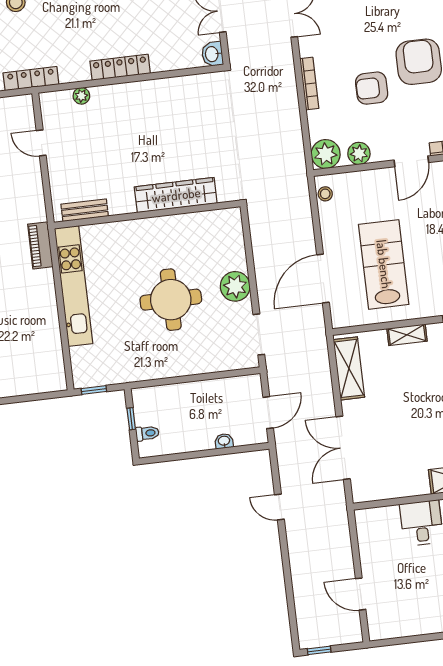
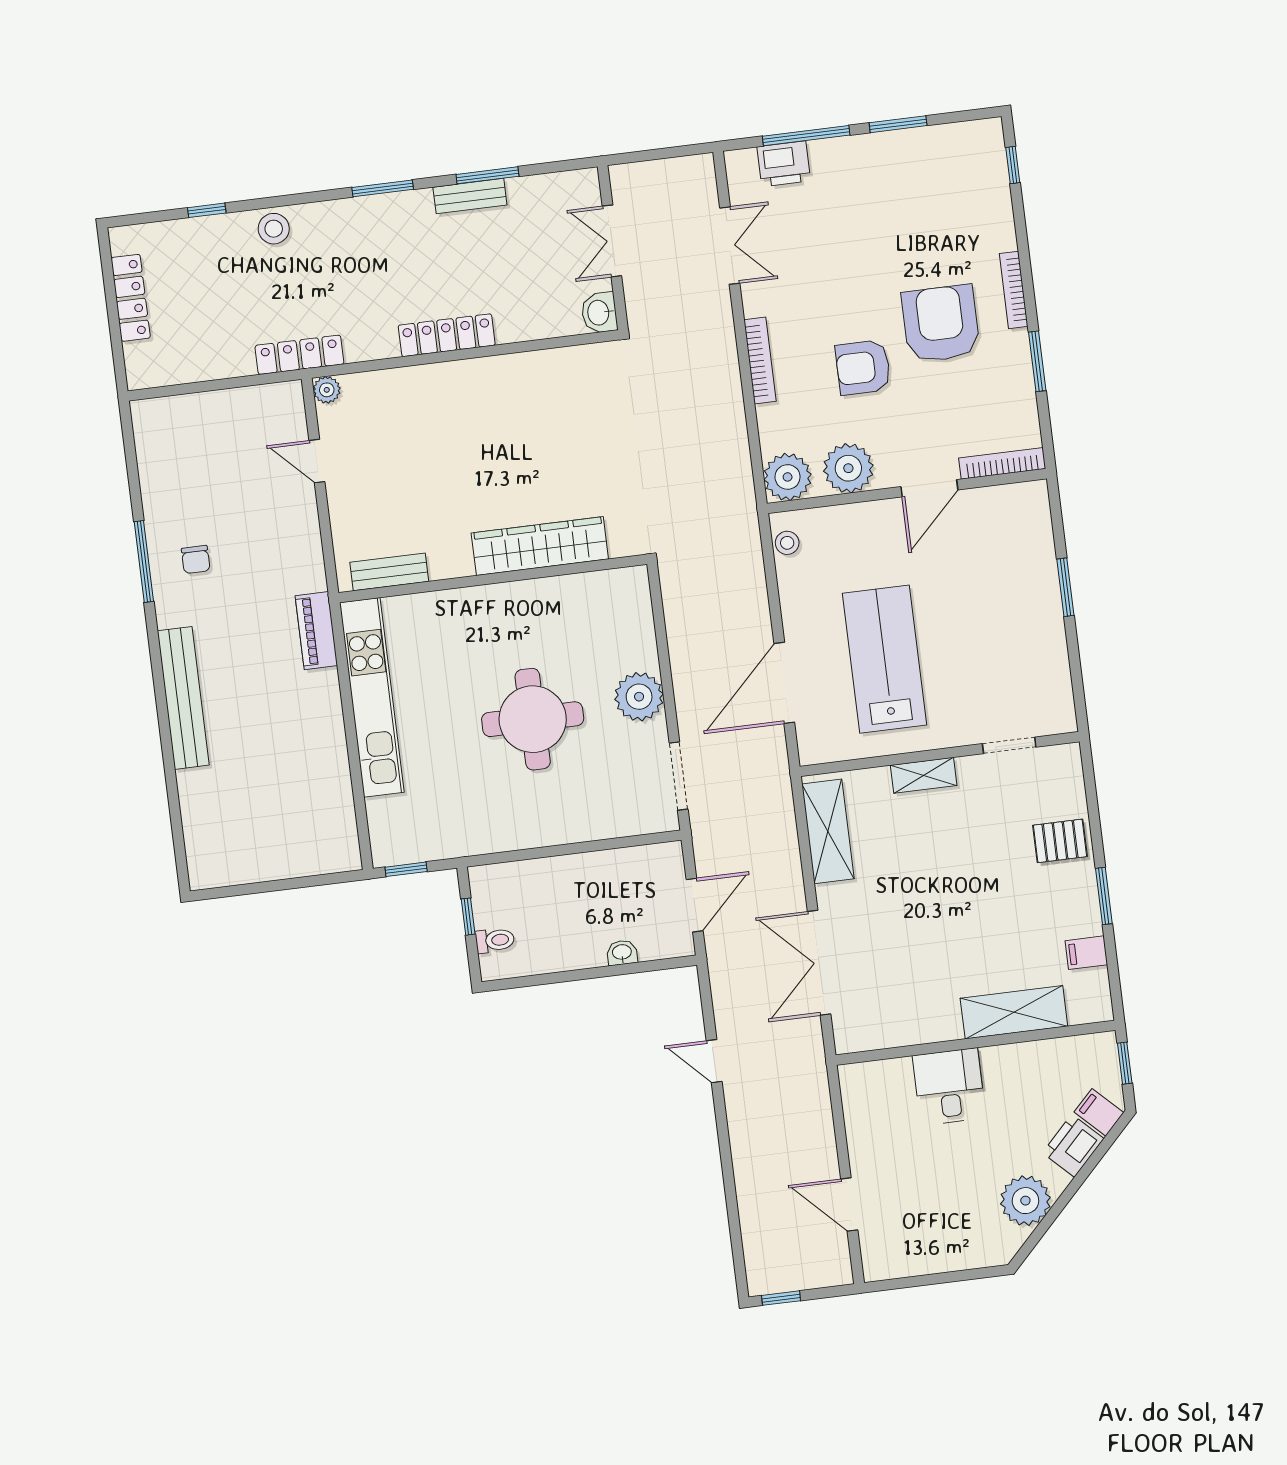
plant: (81, 96) -> (327, 390), moved
plant: (359, 153) -> (848, 468), width x1.36, depth x1.36

